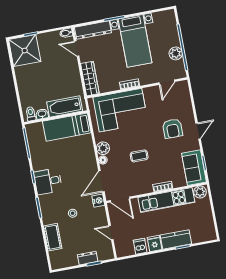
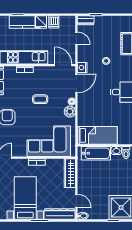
dresser: (88, 258) -> (86, 20), moved

